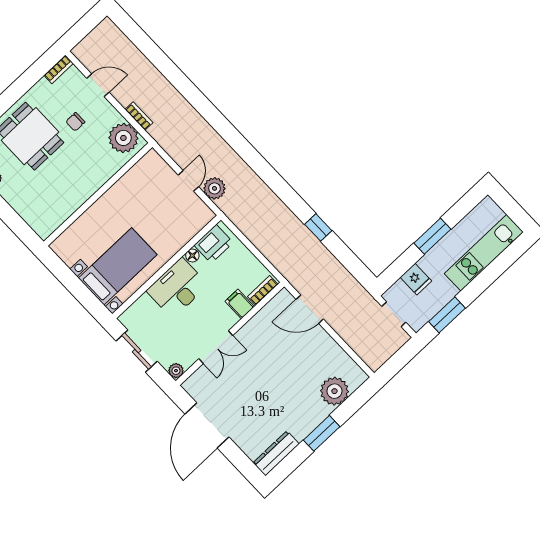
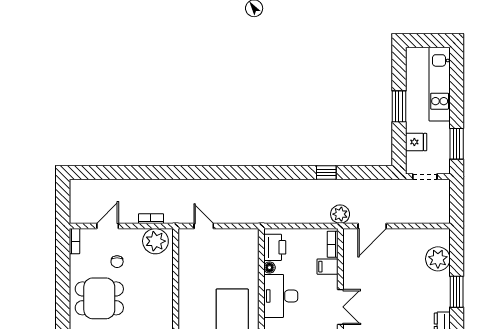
door: (188, 181) -> (204, 226), moved
plant: (214, 188) -> (340, 214), moved

